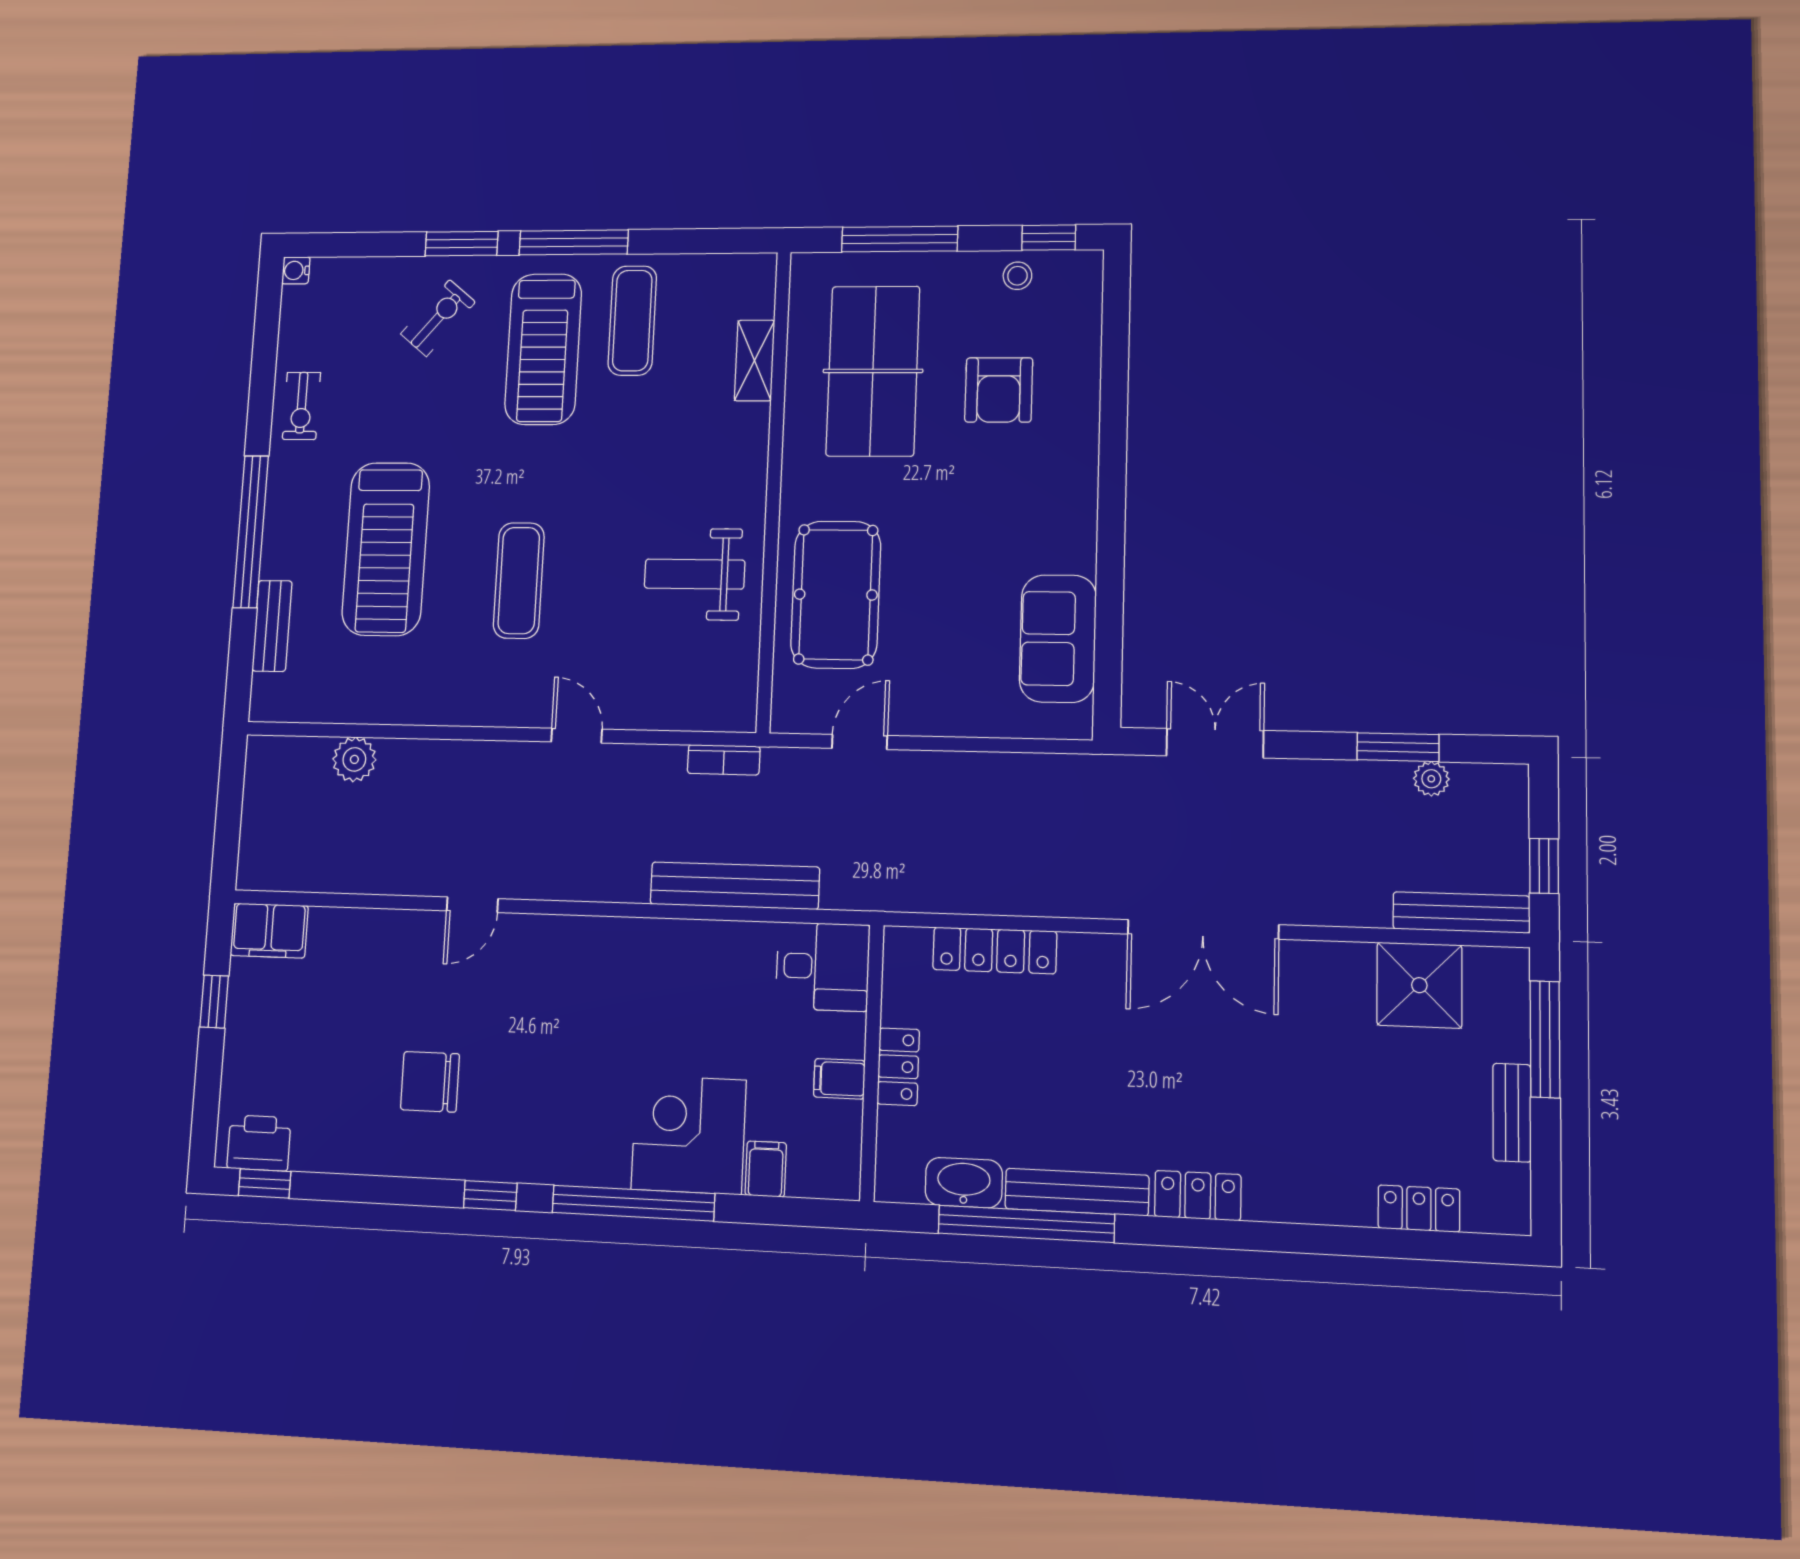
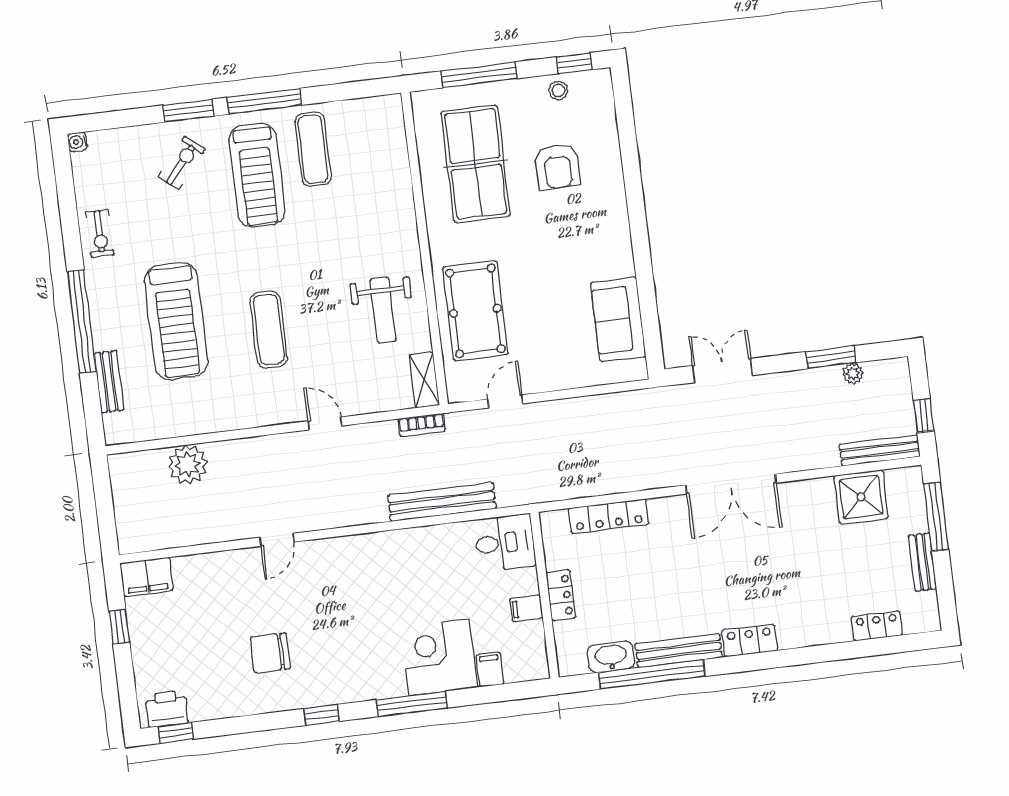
shelving: (755, 360) -> (424, 380), moved
weight bench: (695, 574) -> (383, 310), turned -90
plant: (354, 759) -> (188, 465), width x1.36, depth x1.36
window: (633, 1203) -> (412, 704), width x0.68

